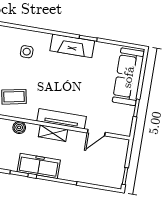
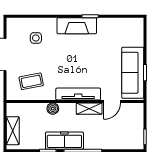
sofa: (128, 77) -> (133, 73), moved
boiler: (19, 127) -> (53, 109), moved
shelving: (53, 133) -> (89, 109), moved

